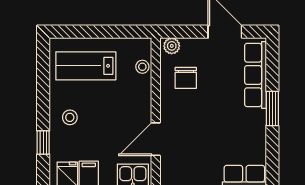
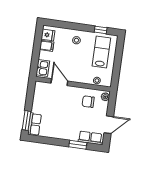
row of seats: (255, 75) -> (90, 138), width x0.68
window: (272, 108) -> (78, 145), moved
window: (43, 142) -> (101, 30), moved

